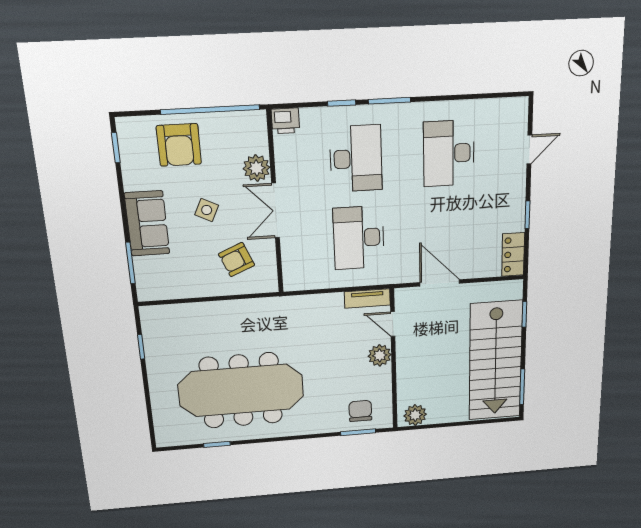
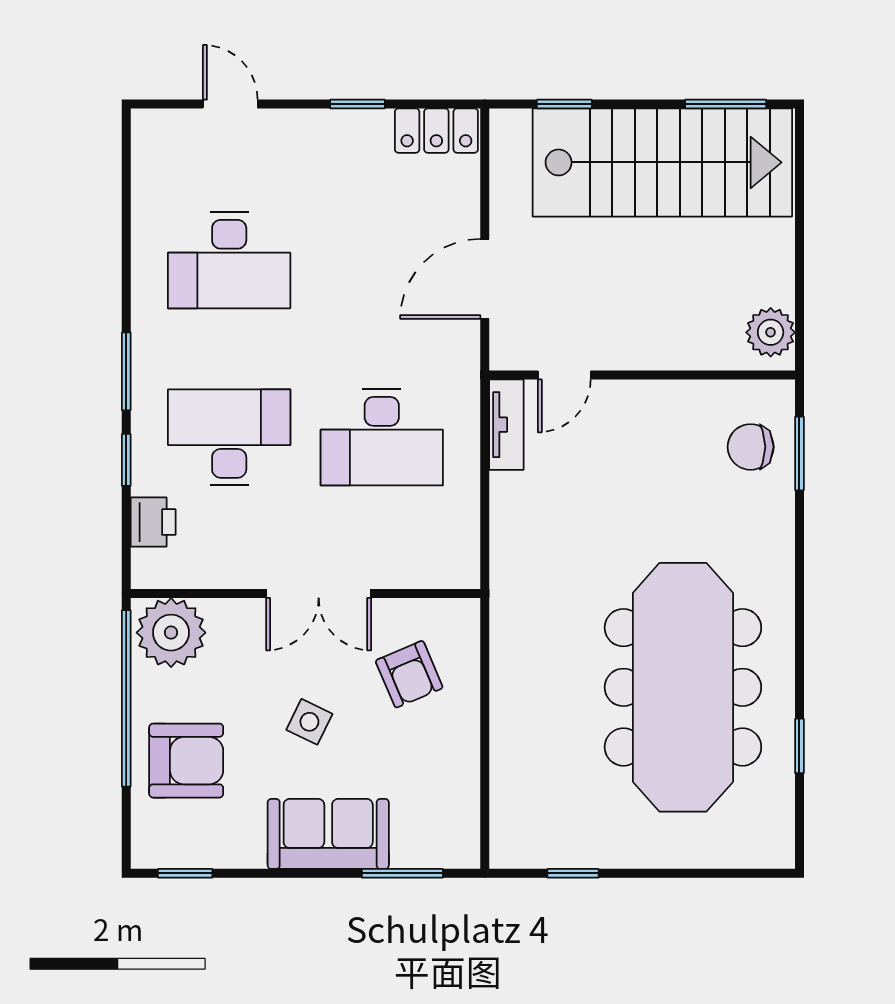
printer: (285, 121) -> (153, 522), moved
plant: (256, 168) -> (171, 633), moved, width x1.36, depth x1.36
plant: (380, 355) -> (630, 403), removed

